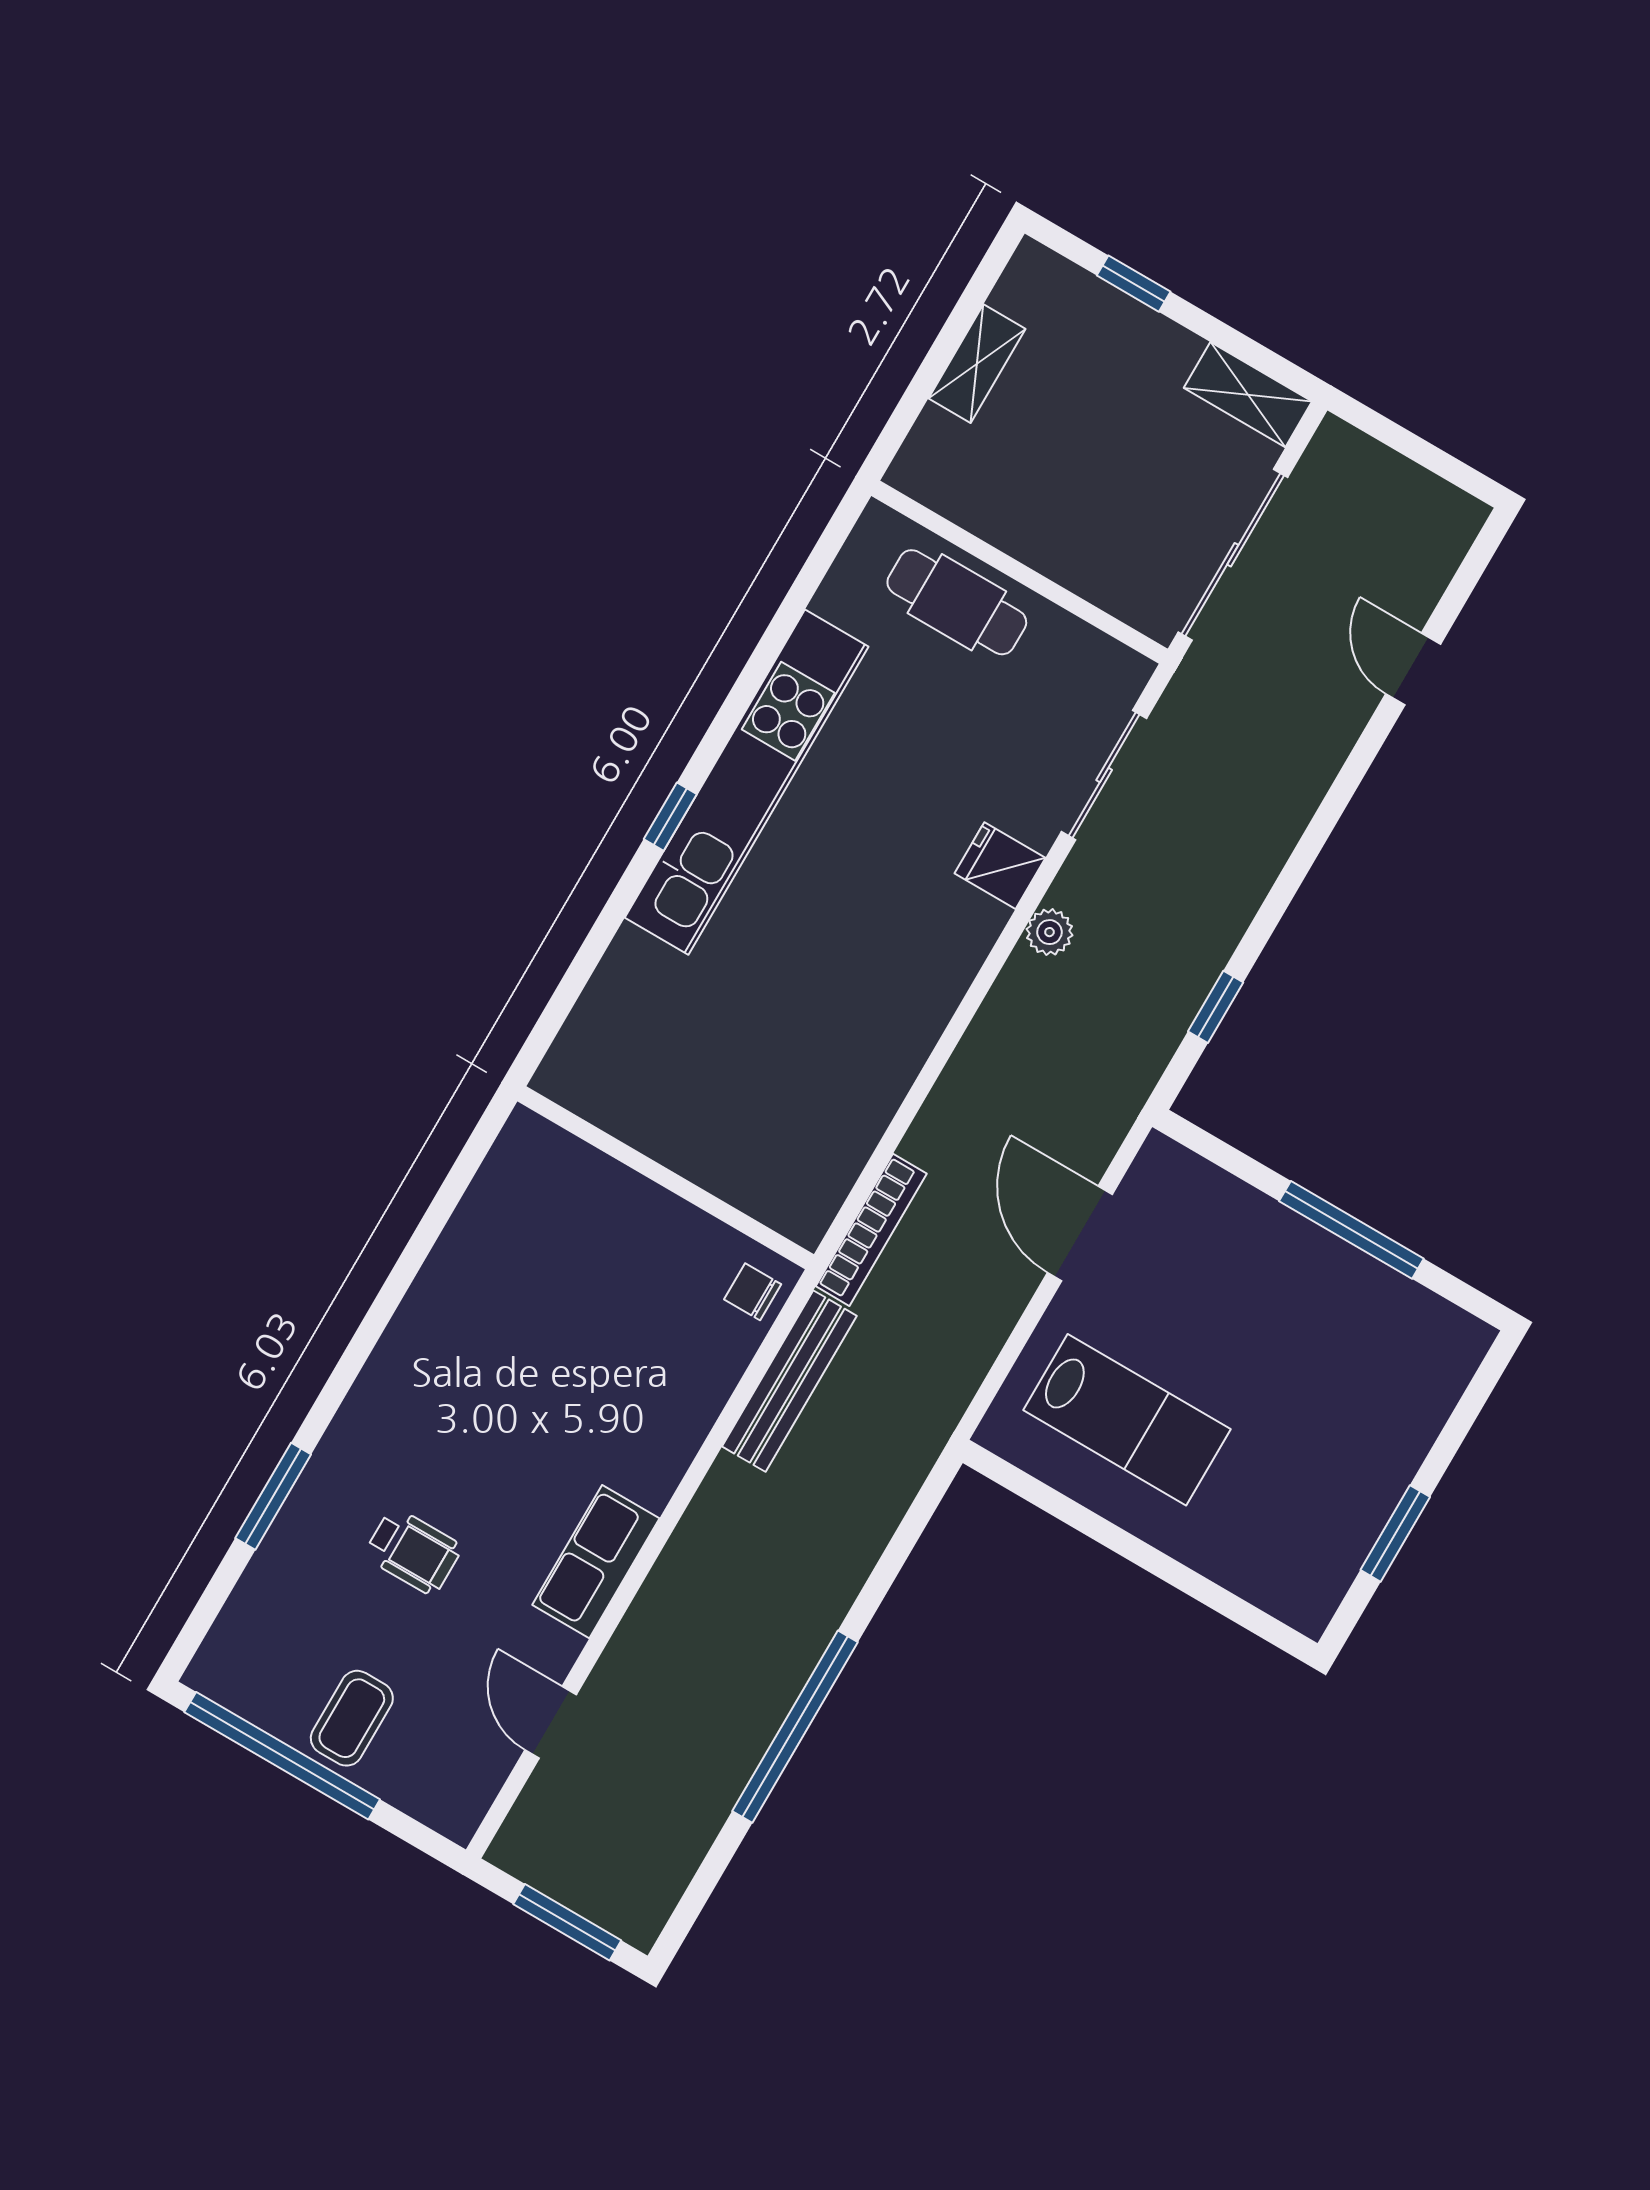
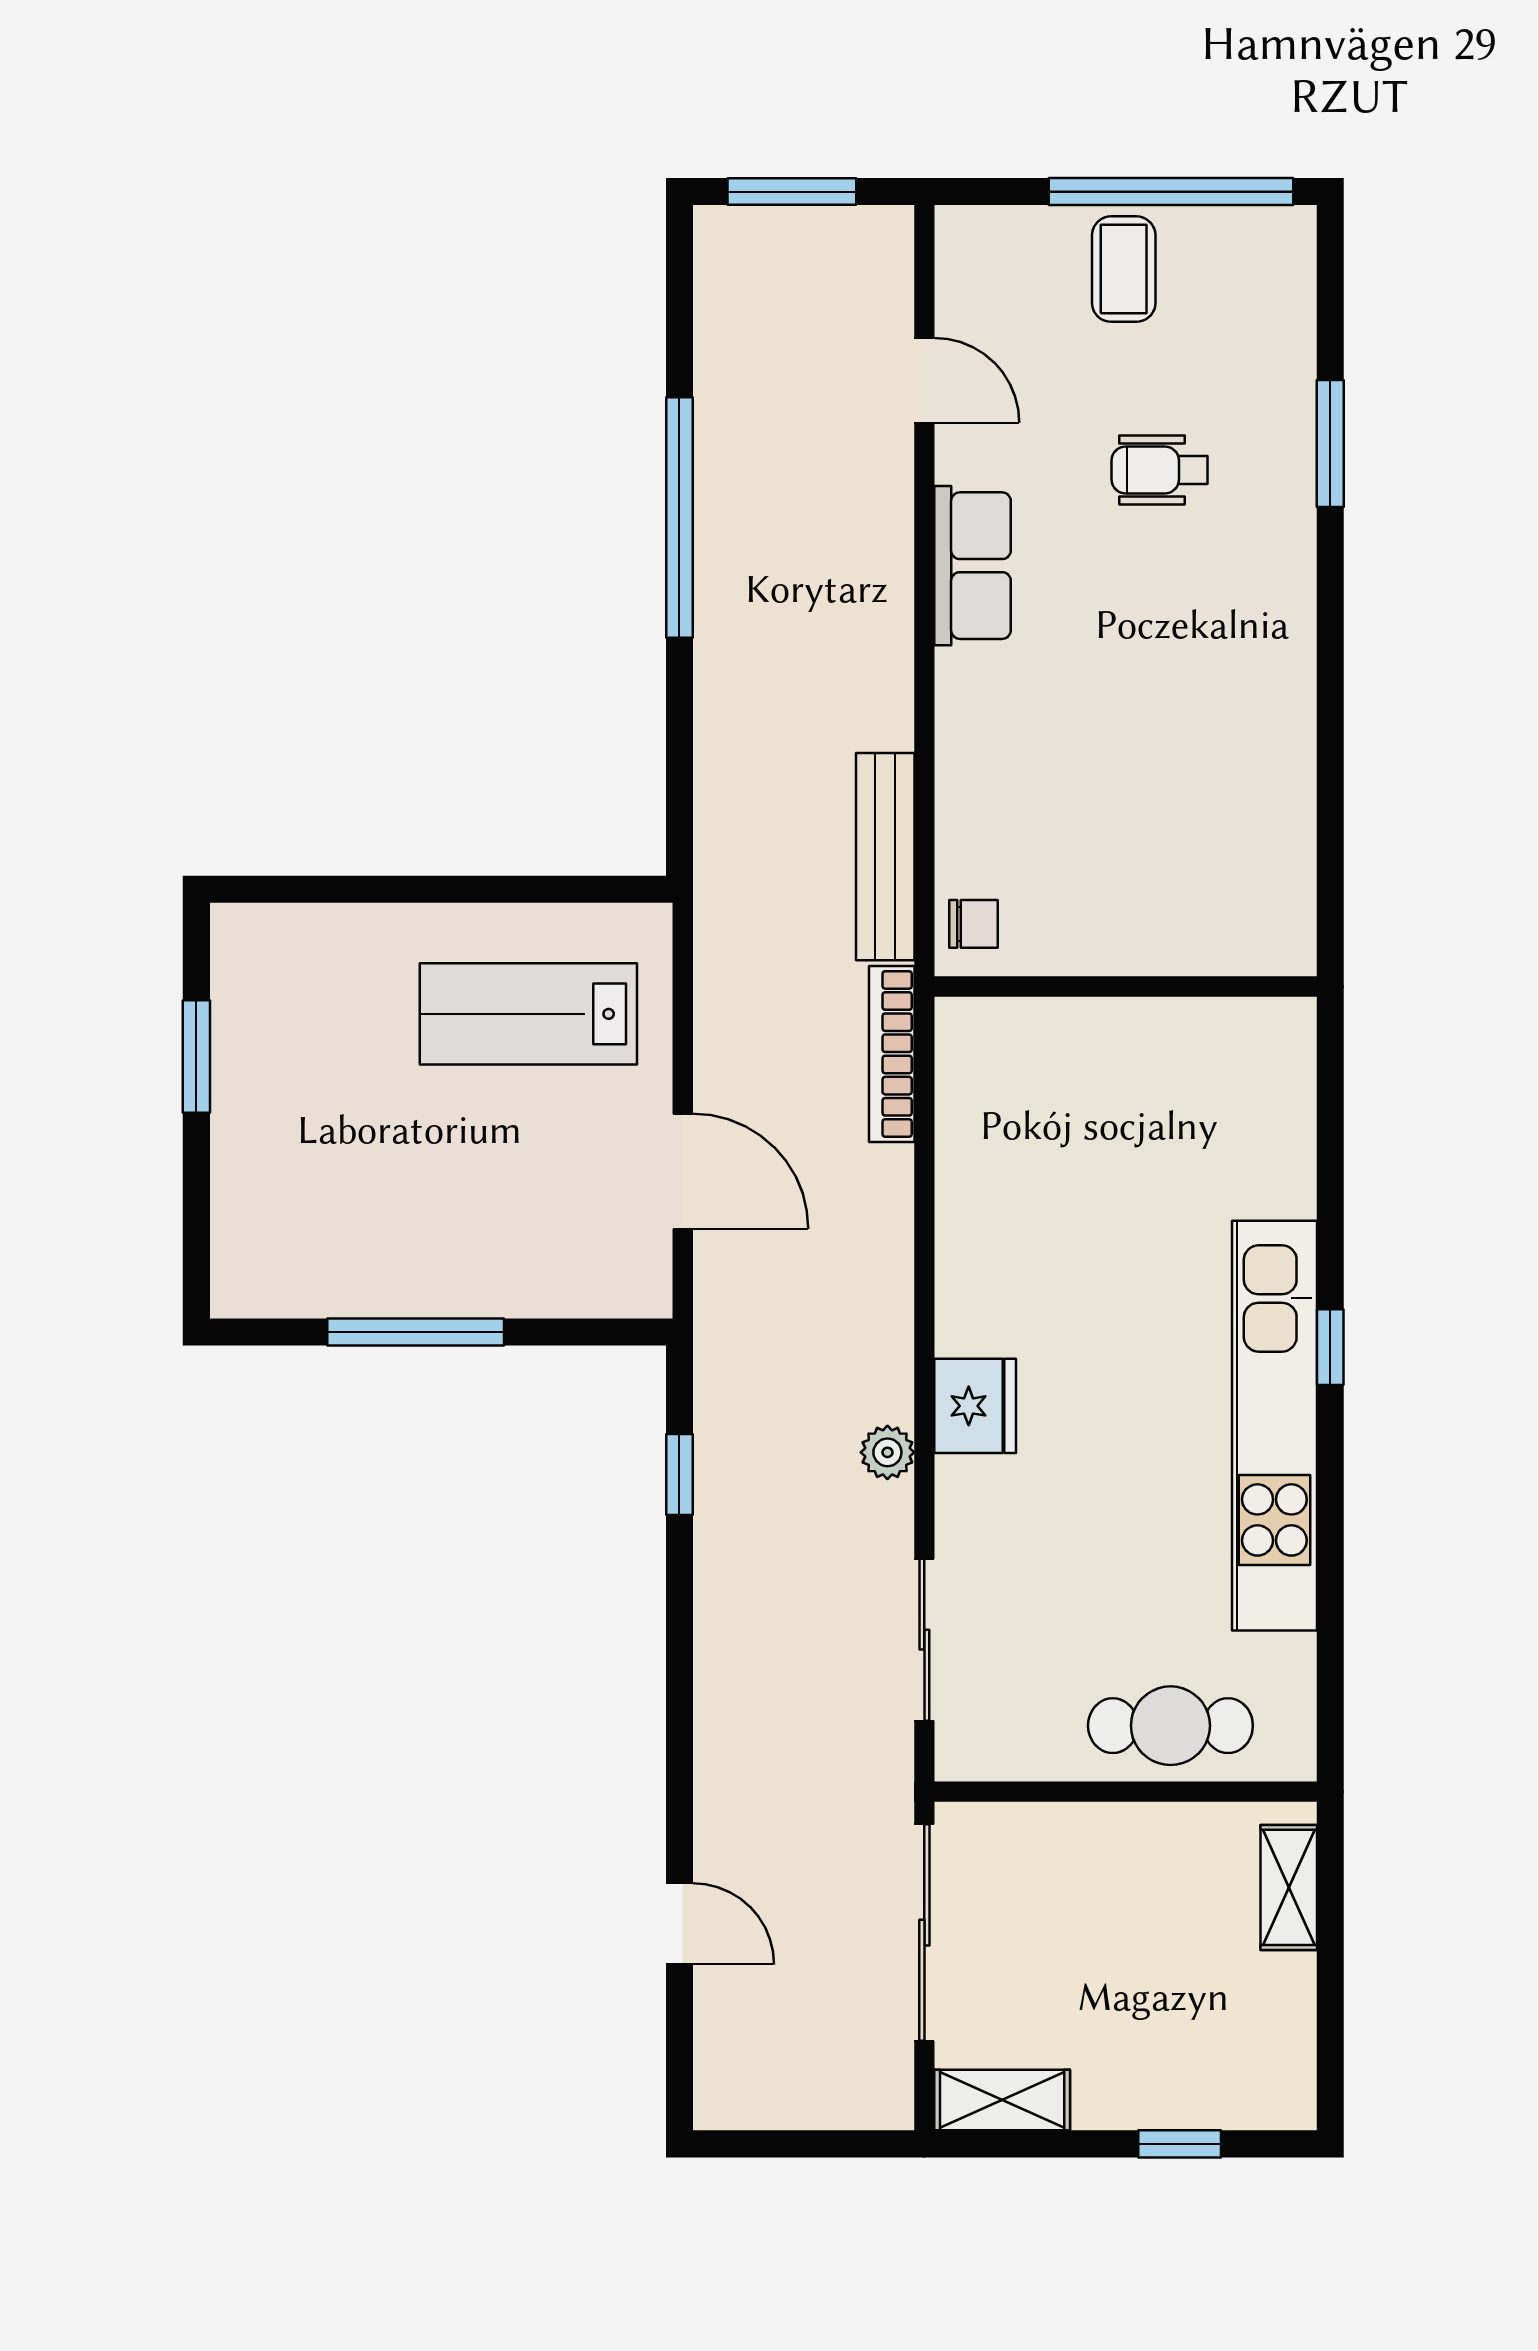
shelving: (977, 364) -> (1289, 1887), moved
fridge: (1000, 866) -> (975, 1406), moved, width x1.38

